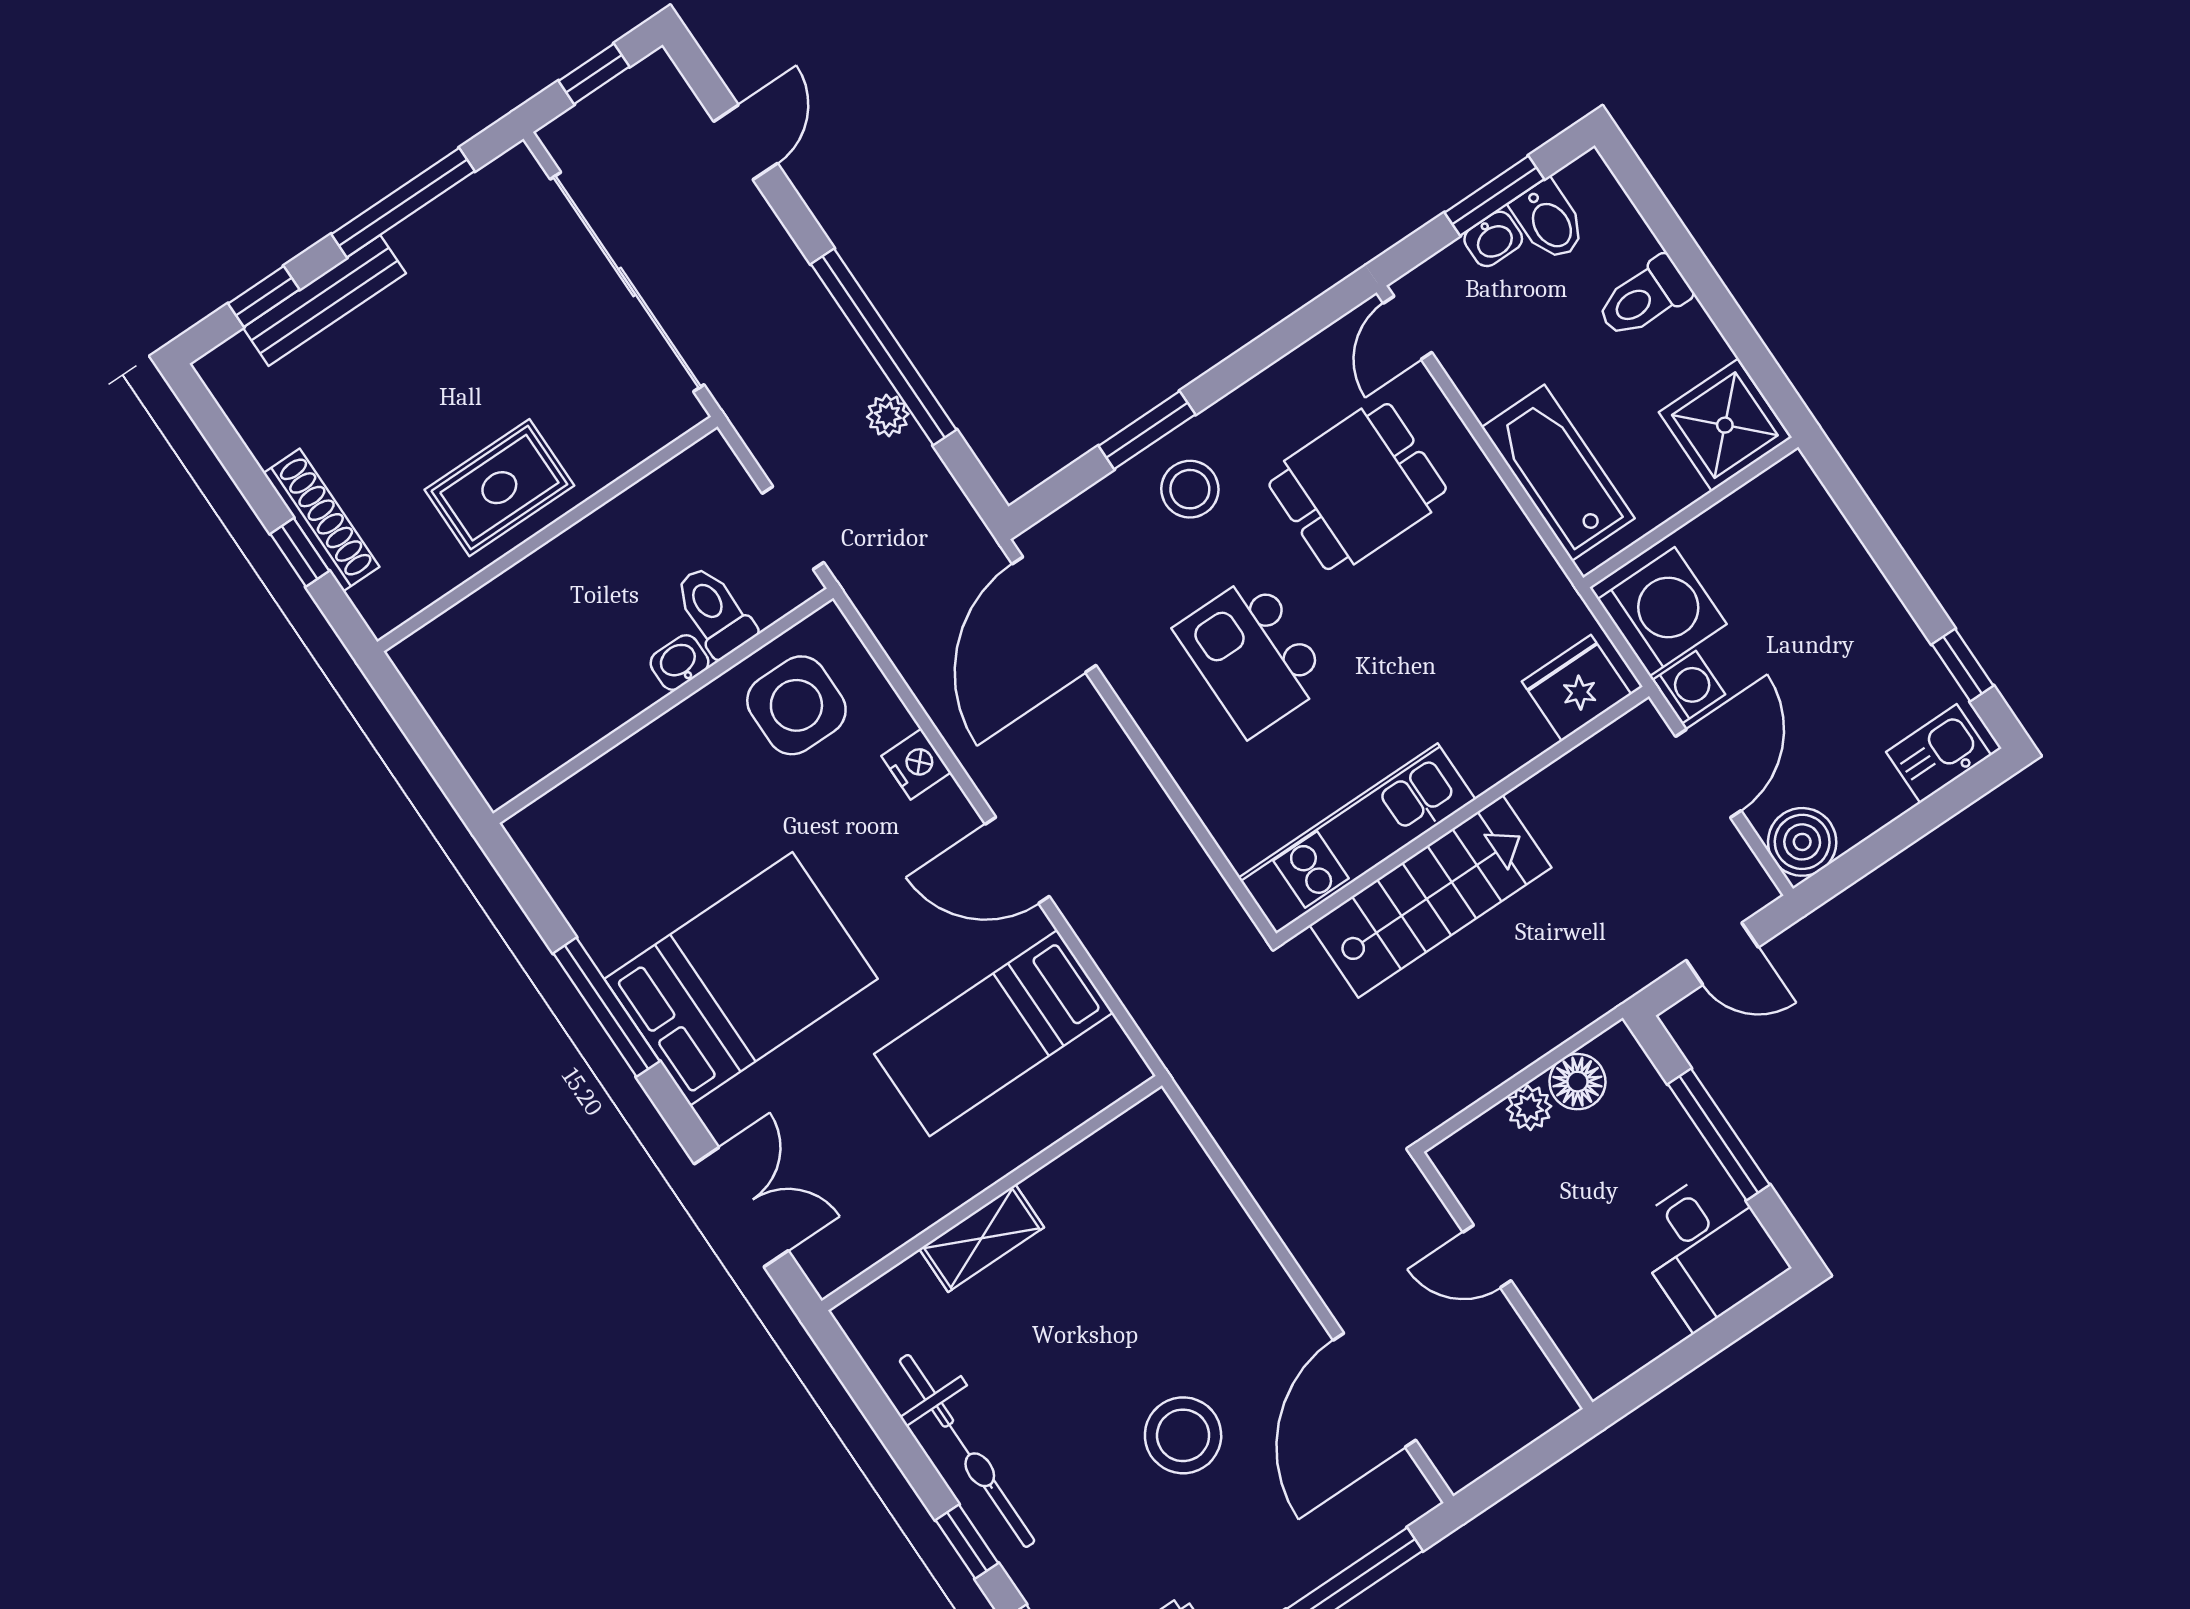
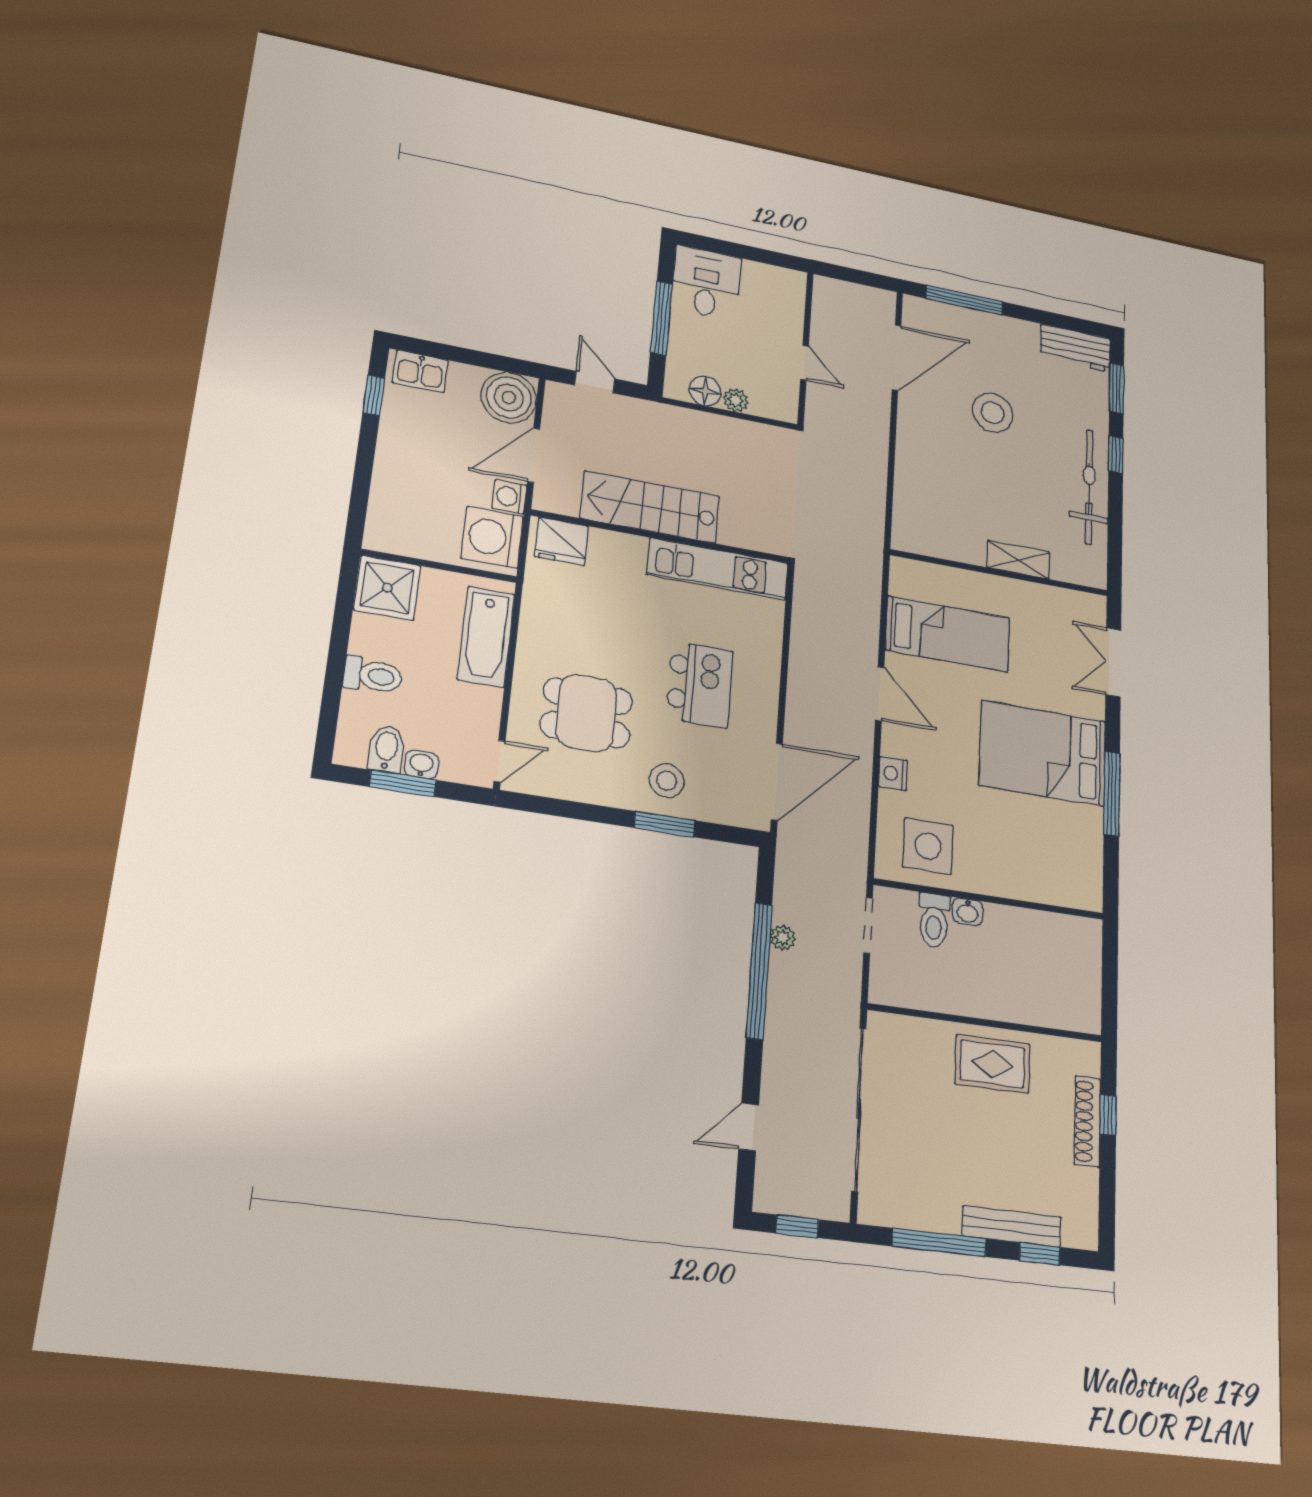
boiler: (1802, 842) -> (509, 397), width x1.37, depth x1.37
stairs: (1430, 896) -> (650, 507), moved

